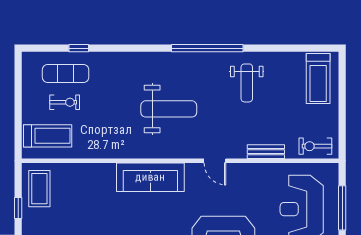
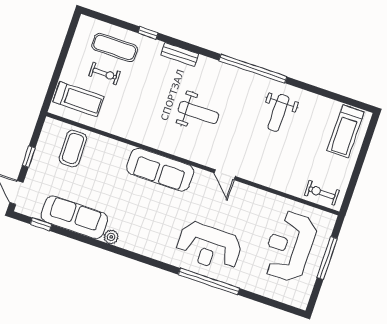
window: (79, 48) -> (148, 33), moved
weight bench: (169, 109) -> (198, 112), width x0.73, depth x0.75
bench: (266, 152) -> (180, 55), moved
coffee table: (39, 189) -> (73, 148), moved

